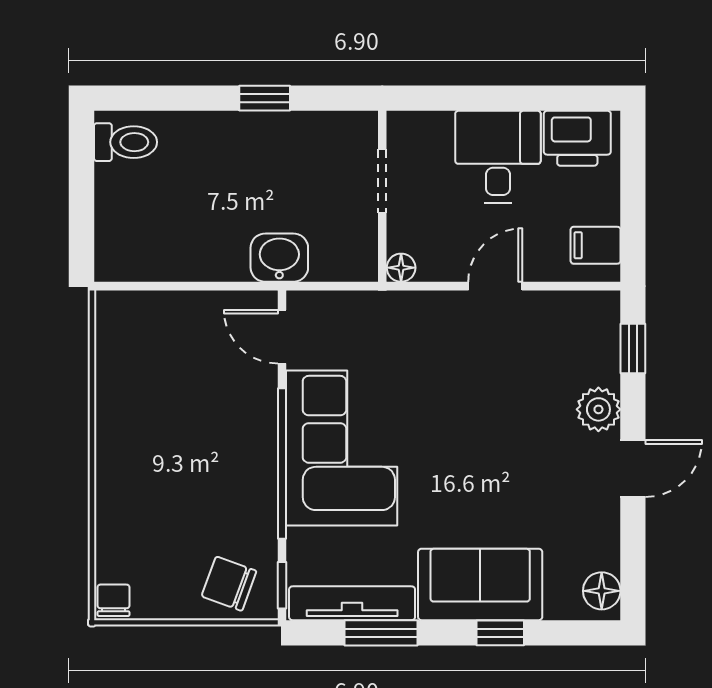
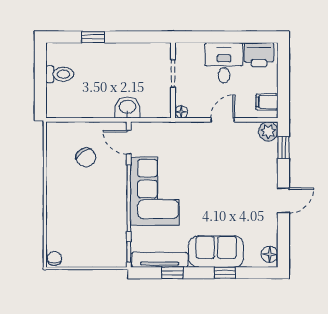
window: (265, 98) -> (93, 37), moved
toilet: (125, 142) -> (60, 74), moved
plant: (598, 409) -> (268, 131), moved
chair: (229, 584) -> (86, 157), moved, turned -144
window: (381, 633) -> (172, 273), width x0.67

